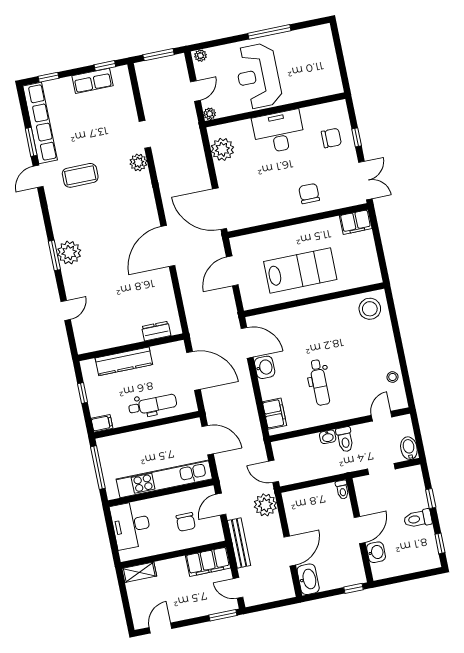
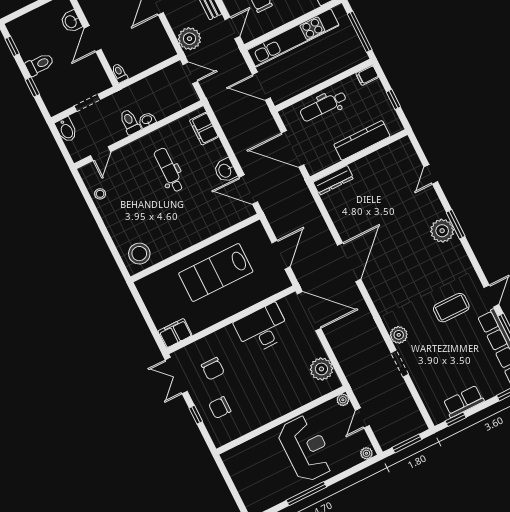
desk: (279, 132) -> (262, 329), moved, turned 180
chair: (309, 194) -> (213, 369), moved
dresser: (156, 331) -> (333, 180), width x1.44

